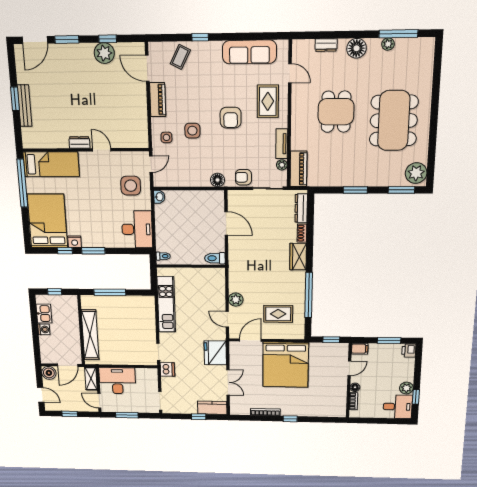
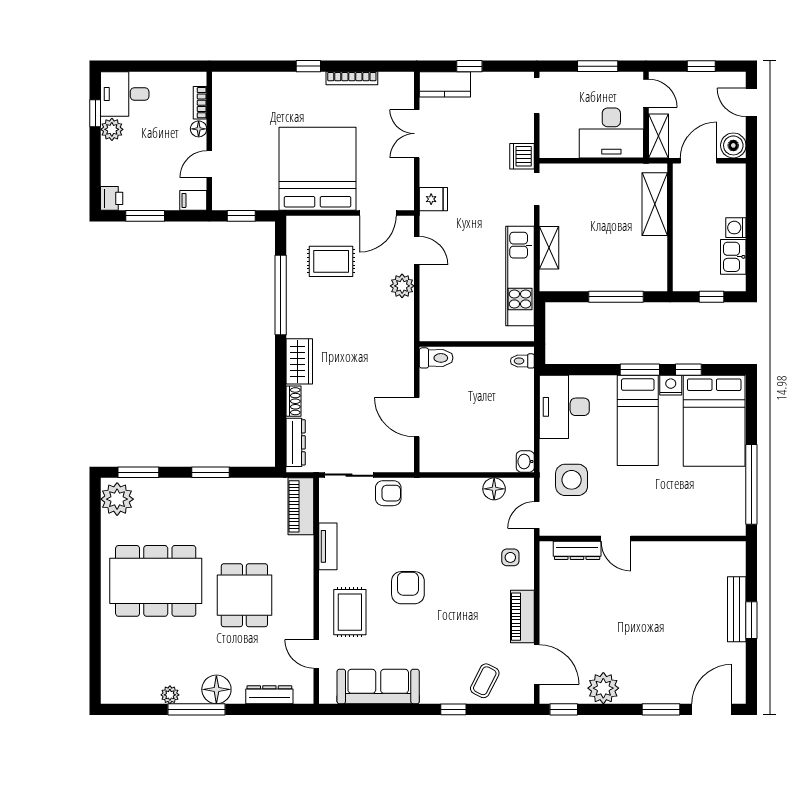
window: (398, 34) -> (196, 709), moved
window: (108, 39) -> (564, 709), moved
dresser: (326, 45) -> (269, 695), width x1.44
dining table: (394, 121) -> (156, 581), turned 90
side table: (192, 131) -> (469, 568), removed
dresser: (79, 142) -> (577, 550), moved, width x1.44
bed: (51, 164) -> (638, 420), moved, turned -90
plant: (282, 165) -> (327, 513), removed
floor lamp: (218, 180) -> (494, 489), moved
shelving: (150, 320) -> (549, 248), added
shelving: (90, 335) -> (655, 204), width x0.68
fridge: (215, 353) -> (433, 199), width x0.53, depth x0.75

